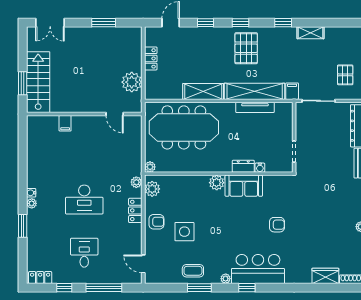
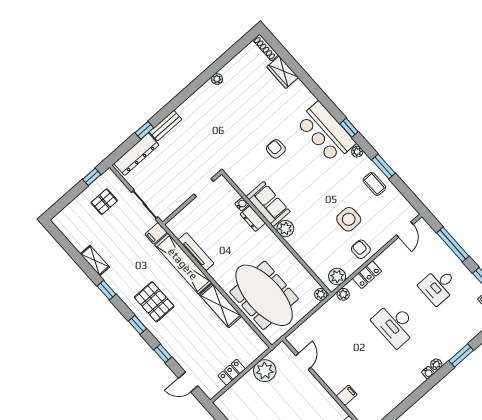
pallet: (246, 48) -> (154, 302), turned 90
desk: (84, 200) -> (395, 324), turned 180

